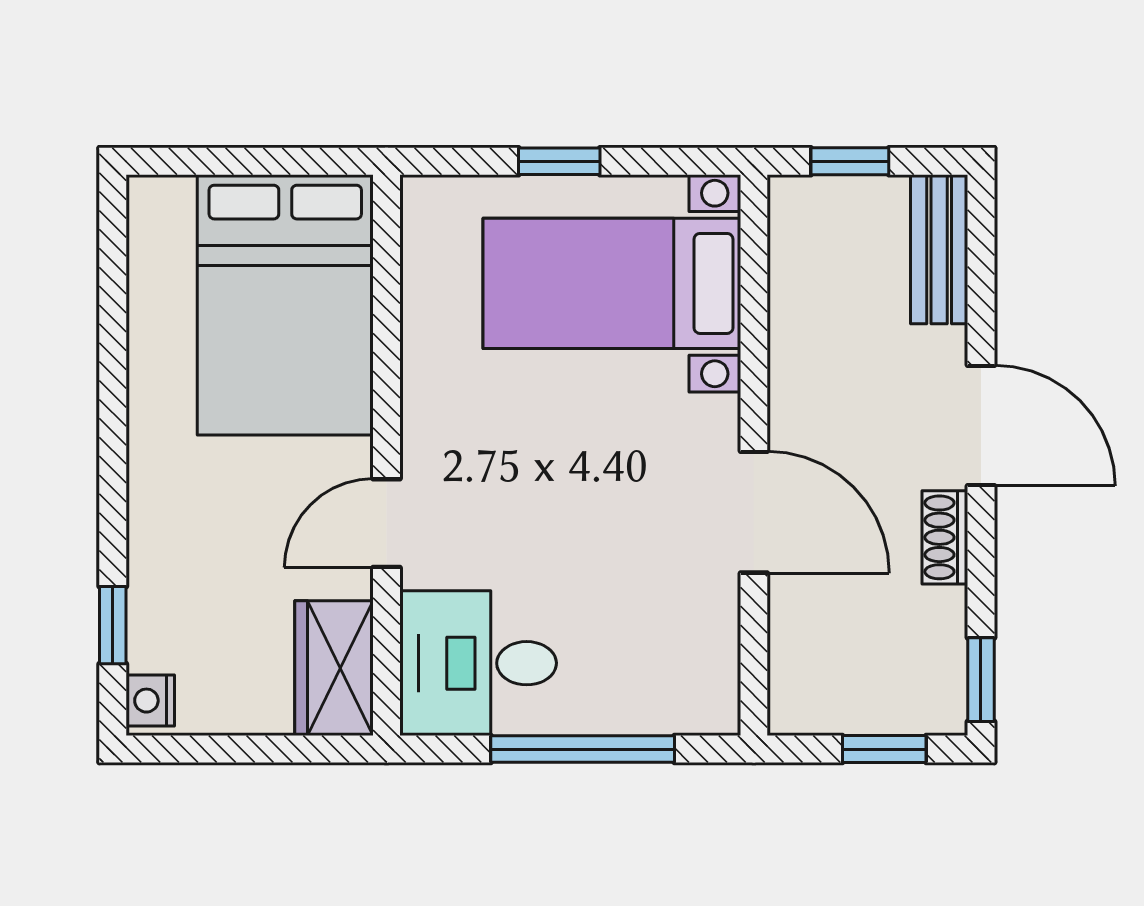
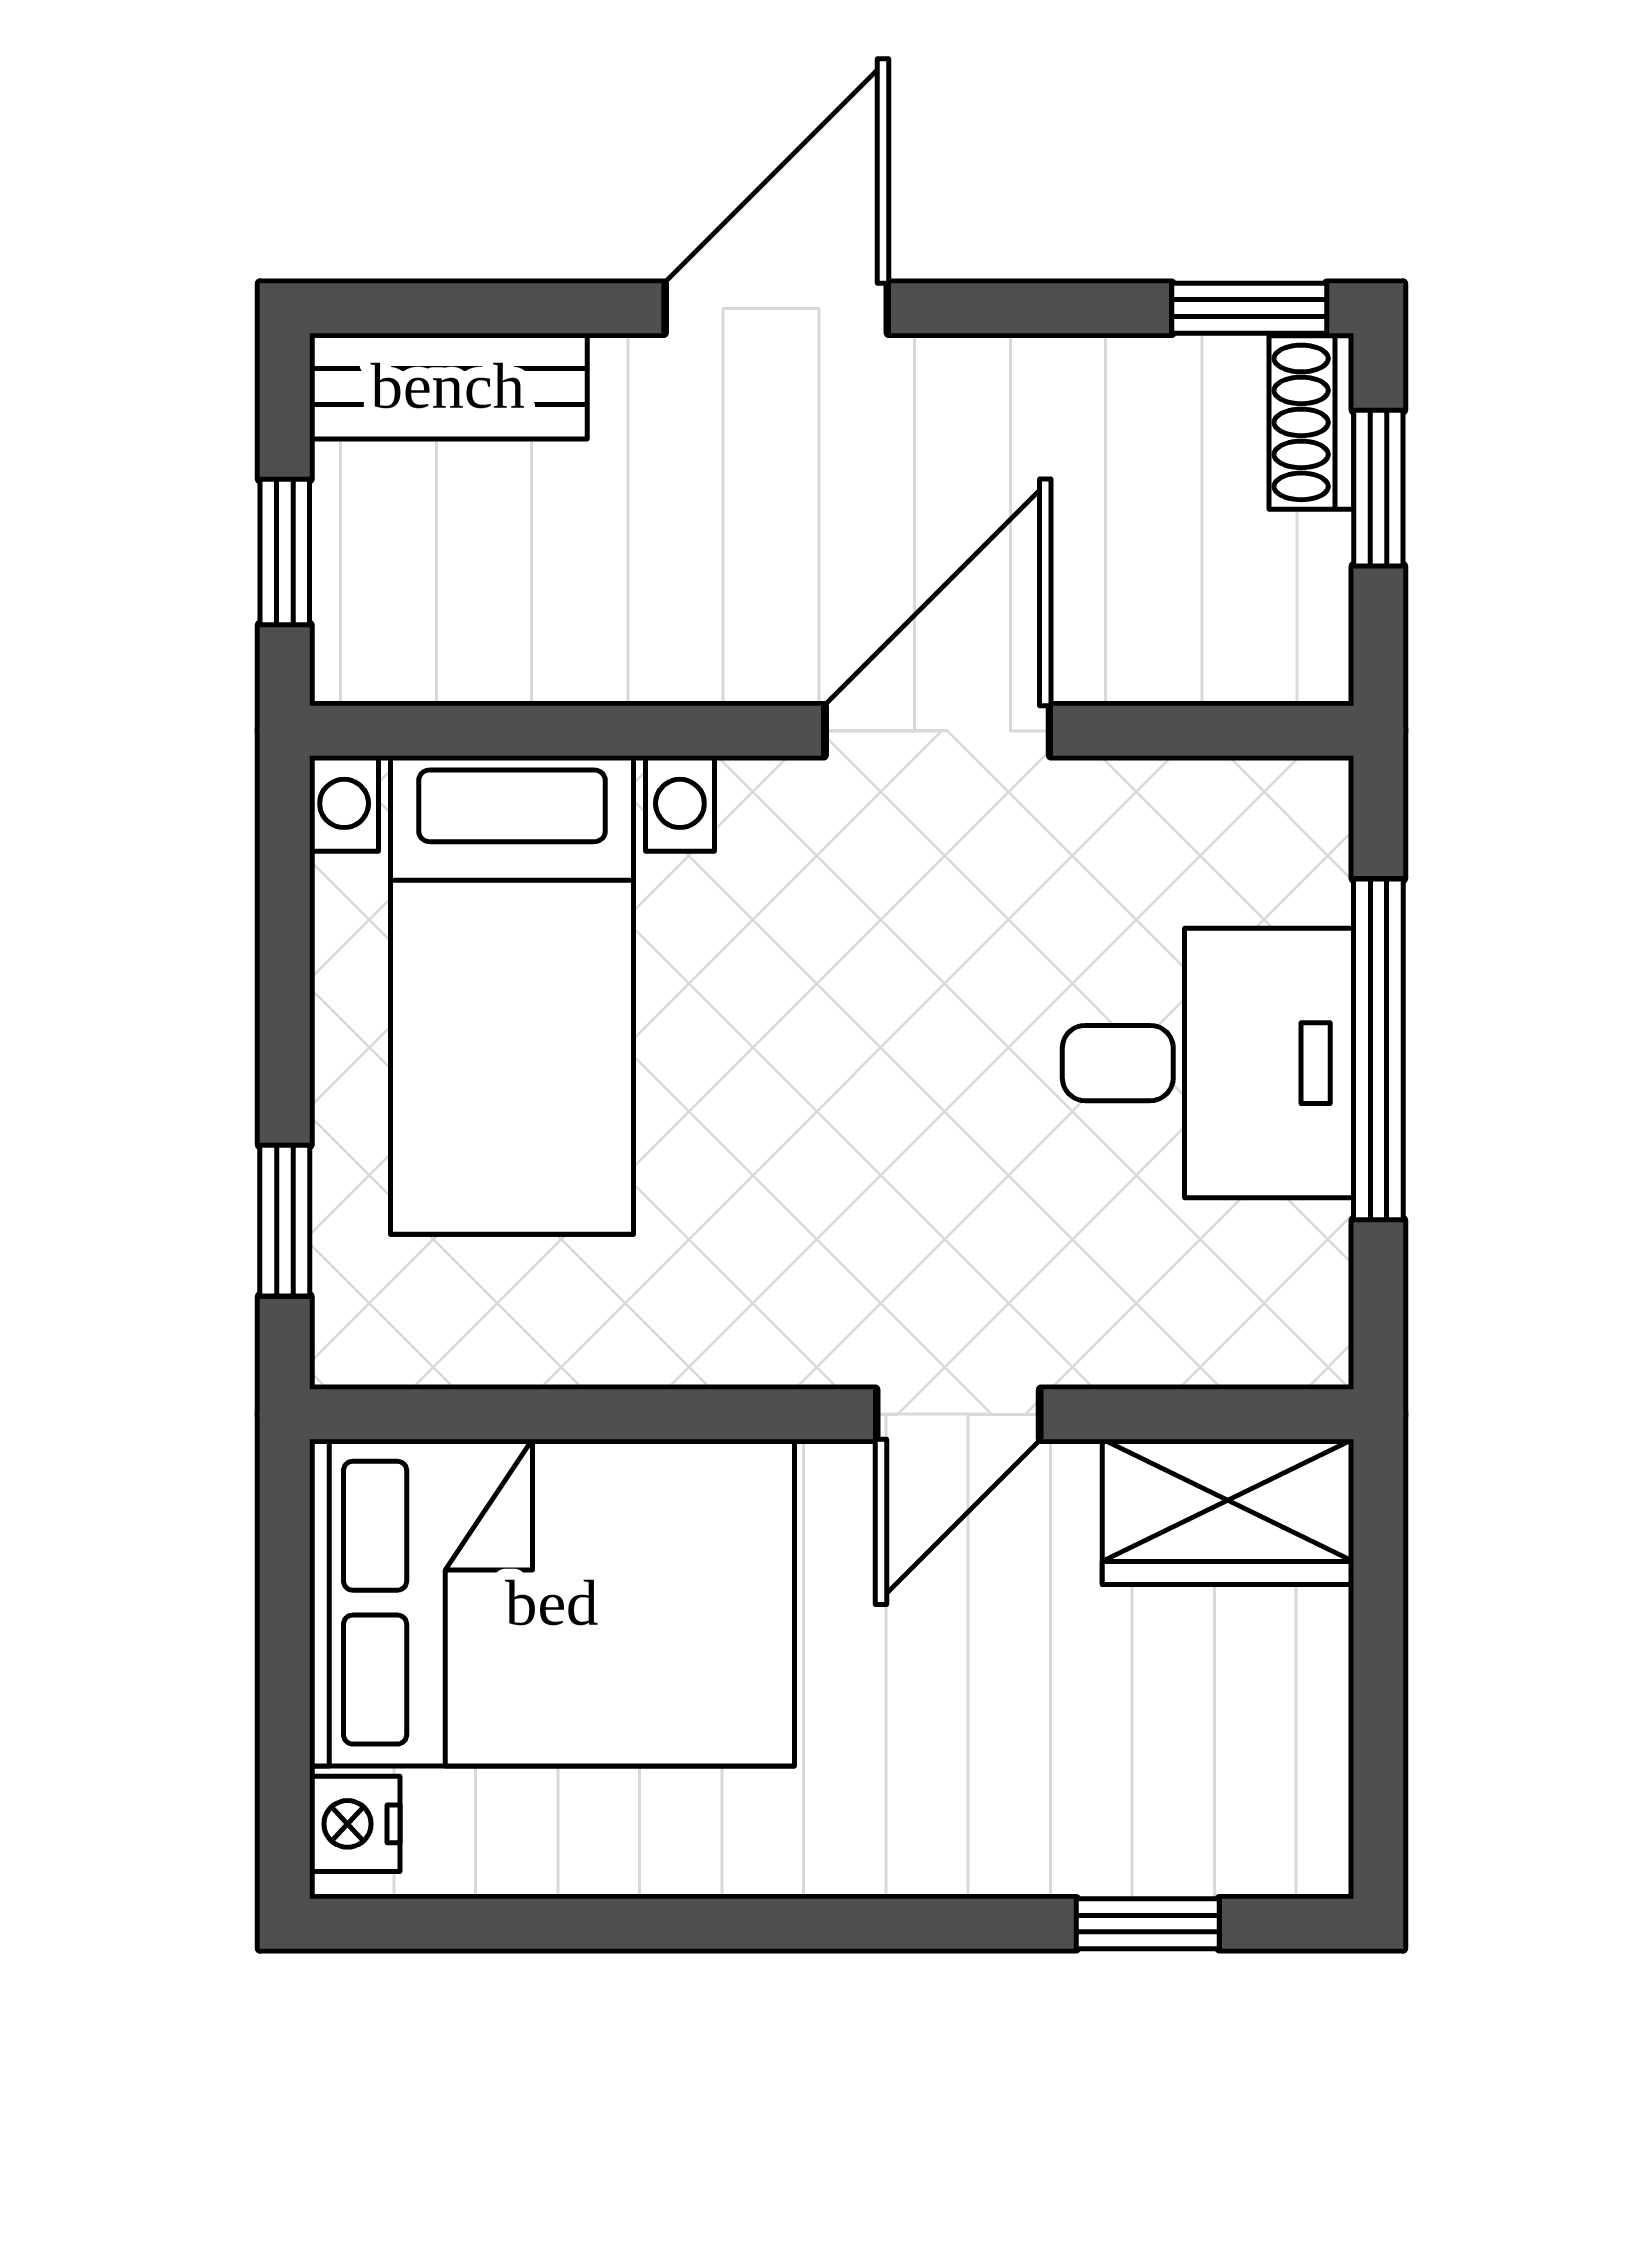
window: (559, 161) -> (285, 1221), moved
door: (387, 523) -> (958, 1414), hinge flipped
shoe rack: (945, 537) -> (1311, 422), moved, turned 90
desk: (478, 663) -> (1208, 1063), moved, turned -90
nightstand: (150, 701) -> (355, 1824), moved, turned 90

